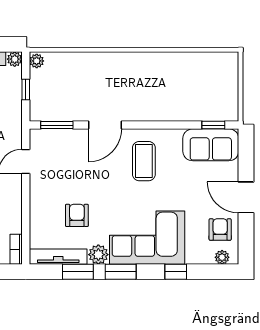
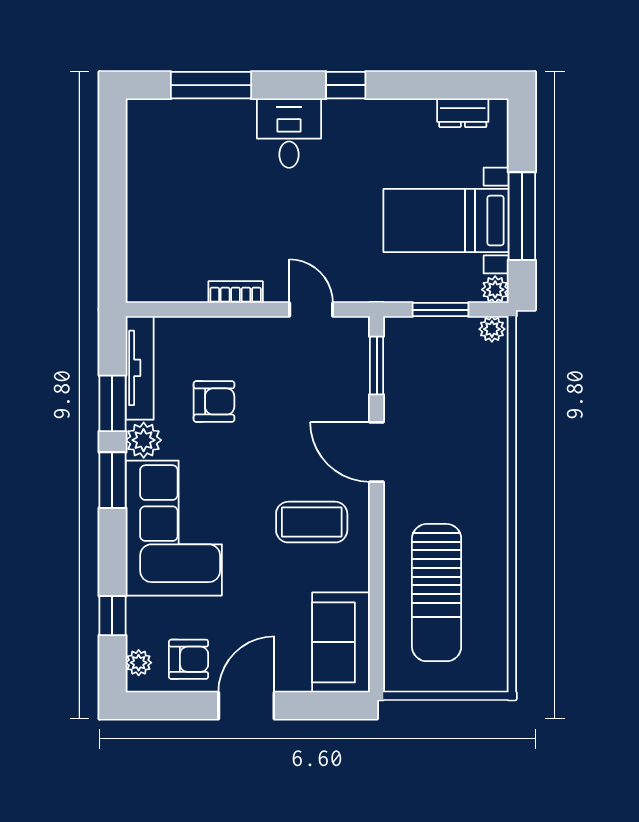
window: (26, 89) -> (441, 310), width x1.50
sun lounger: (183, 92) -> (437, 593), added
window: (213, 125) -> (377, 647), removed
bookcase: (16, 249) -> (236, 292), moved
window: (176, 272) -> (112, 616), moved

